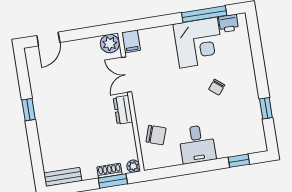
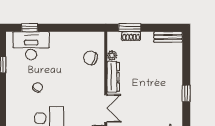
dresser: (123, 110) -> (113, 77), width x1.44
desk: (197, 144) -> (31, 46), moved, width x1.37
plant: (133, 166) -> (112, 55), moved

